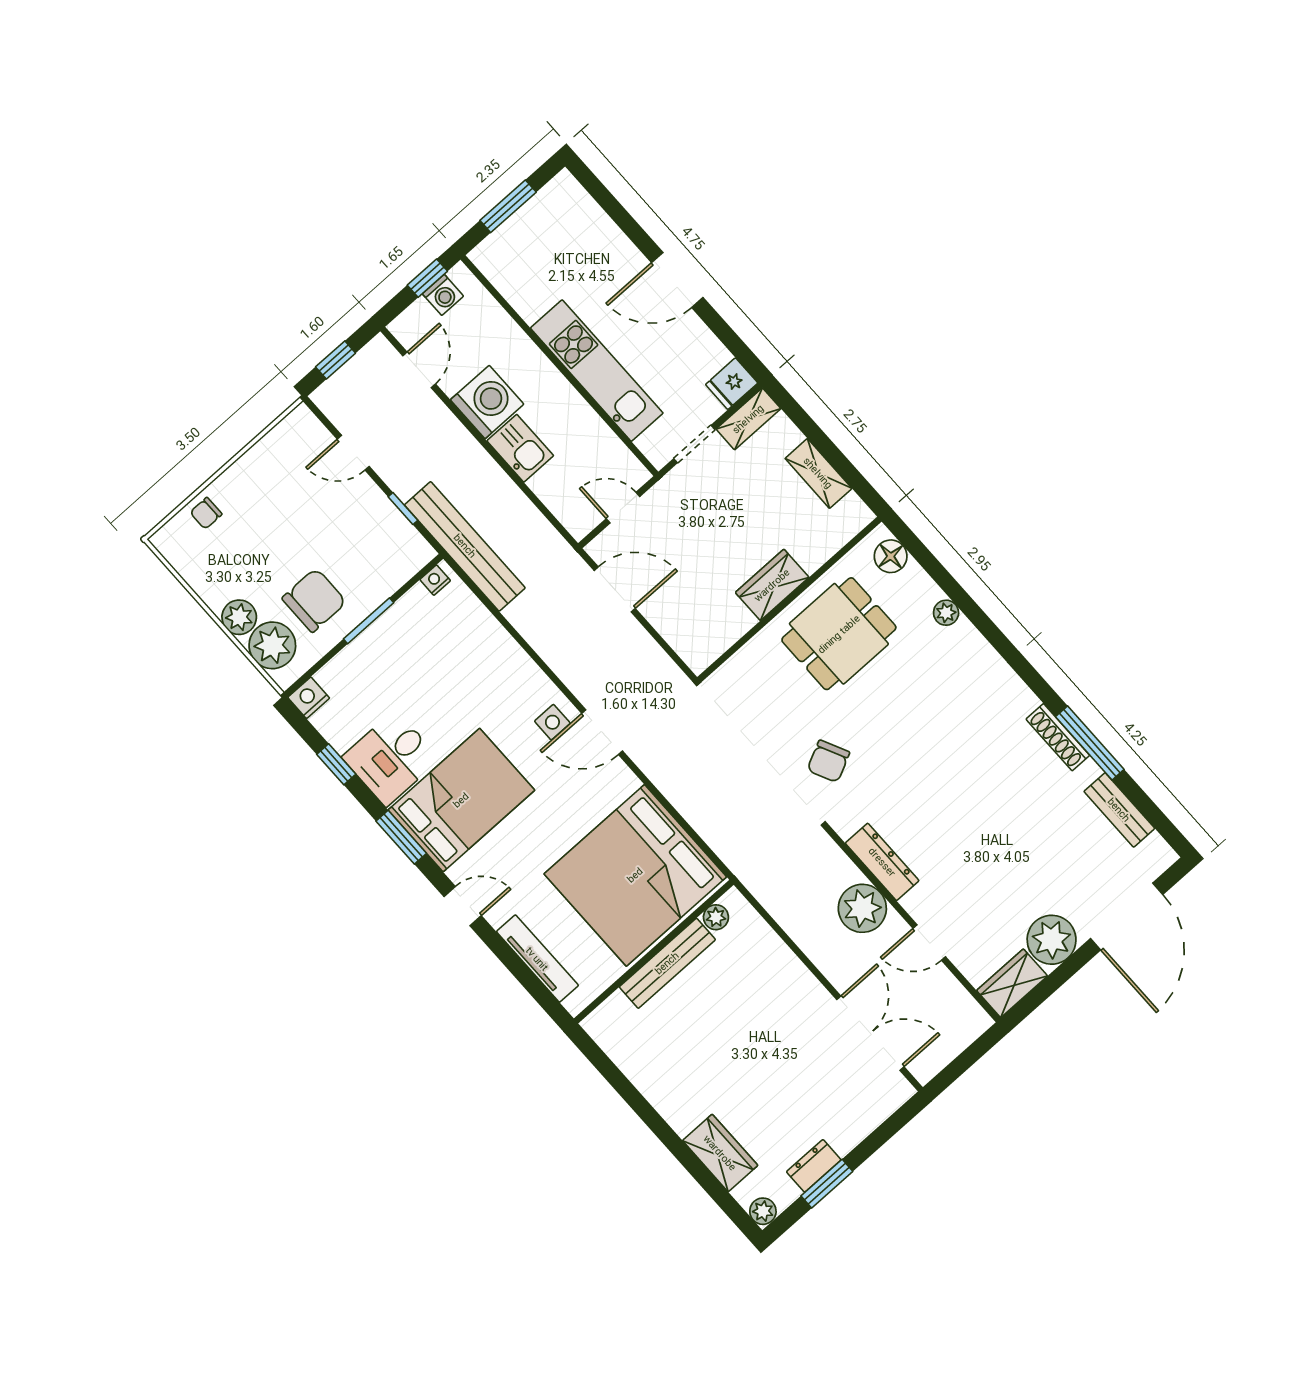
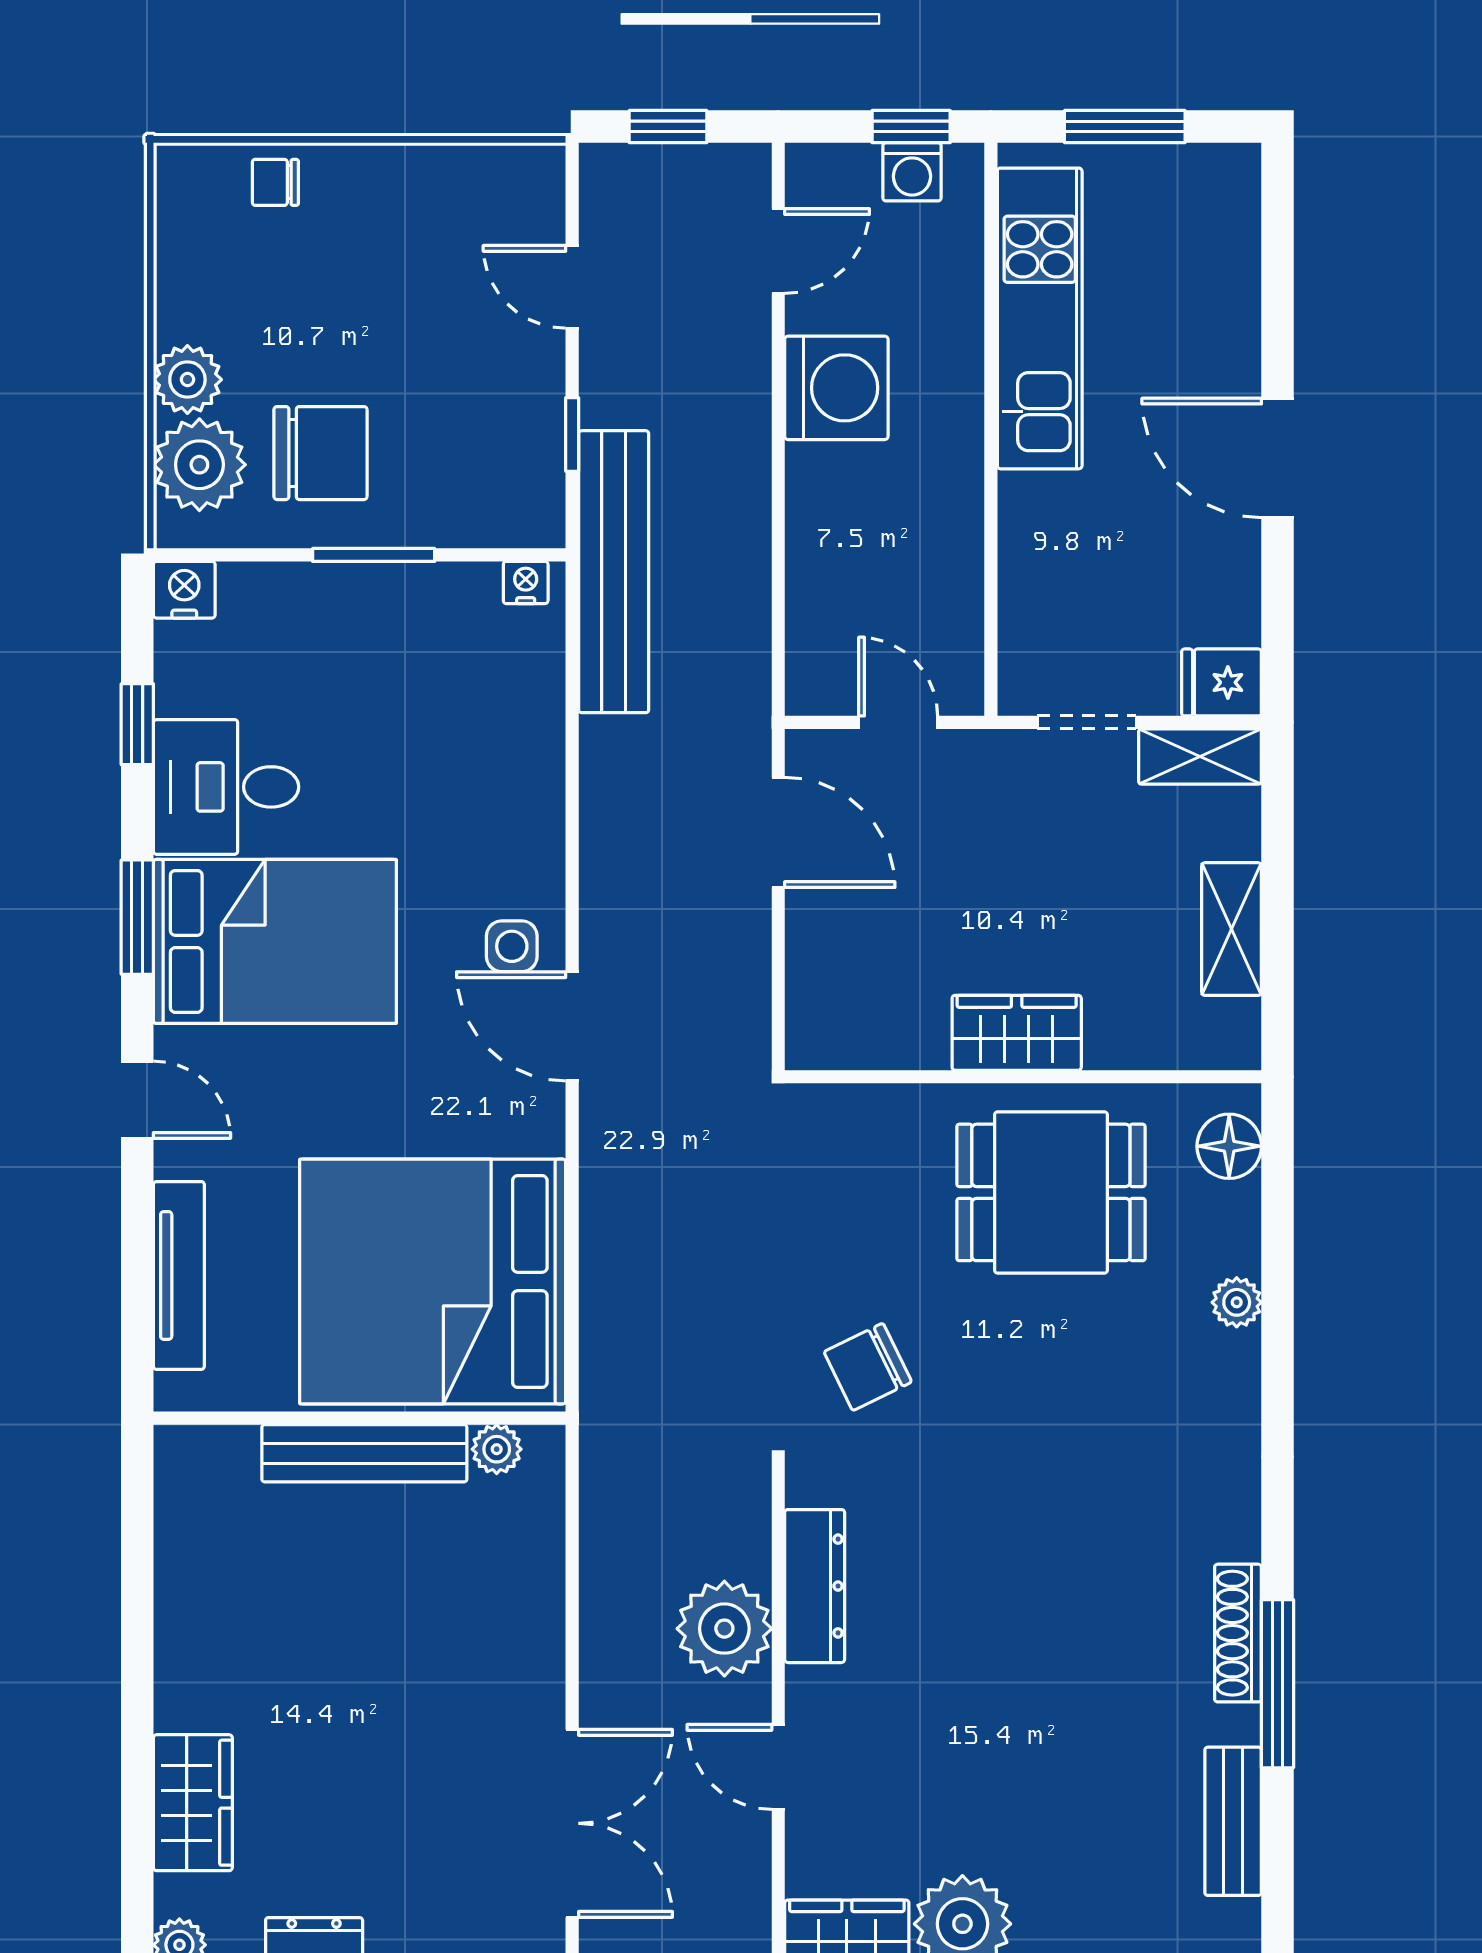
kitchen unit: (597, 371) -> (1040, 318), moved
kitchen sink: (520, 448) -> (825, 500), removed

